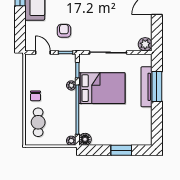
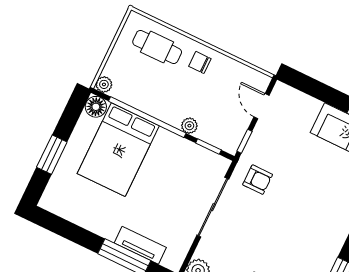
armchair: (64, 31) -> (258, 180), moved
door: (43, 52) -> (261, 106), swing flipped
tv unit: (146, 87) -> (140, 245), width x0.71
bed: (102, 88) -> (118, 150), moved

